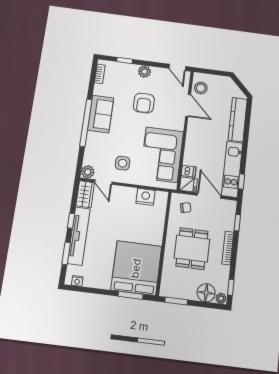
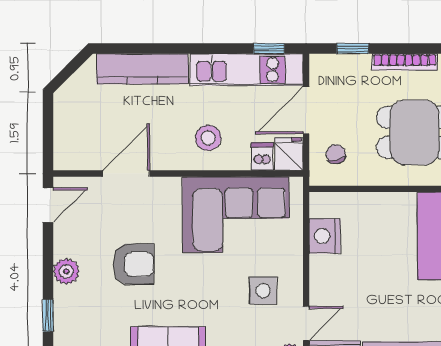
stool: (201, 88) -> (208, 138), moved

